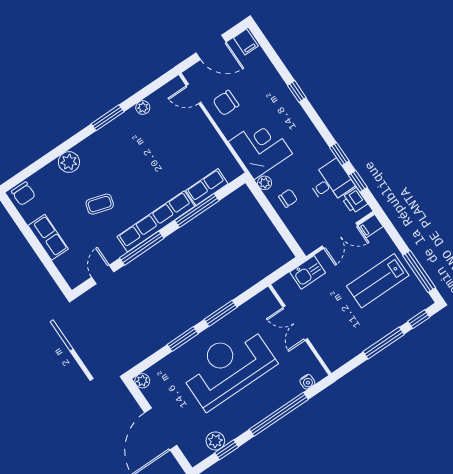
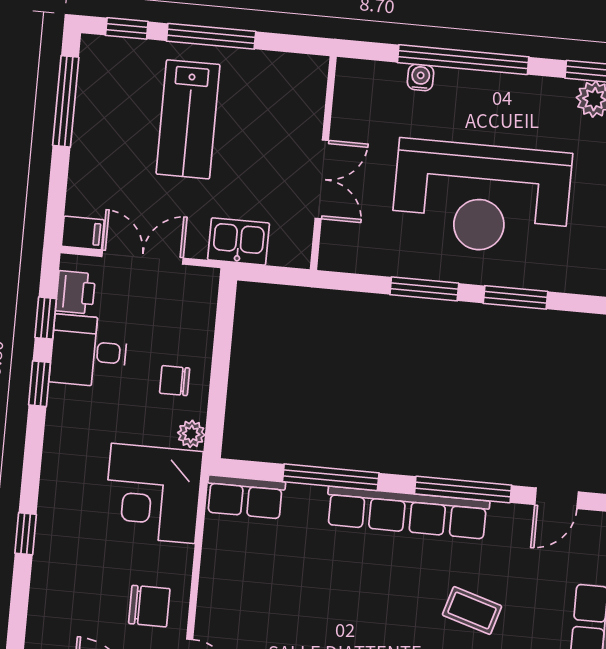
row of seats: (207, 187) -> (245, 497), moved
lab bench: (378, 281) -> (188, 119), moved, turned 90
water cooler: (307, 382) -> (421, 77), moved

